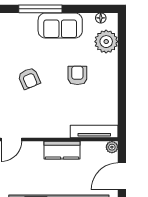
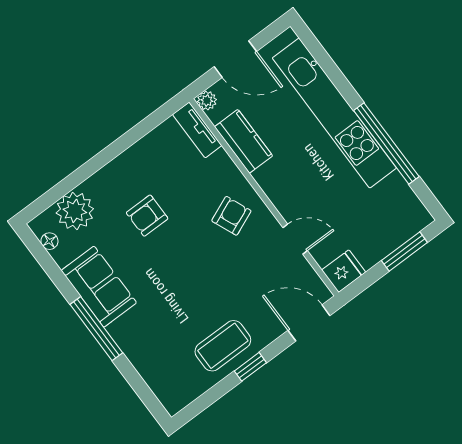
armchair: (29, 78) -> (231, 216), moved
tv unit: (94, 132) -> (197, 130), width x0.71
kitchen counter: (62, 150) -> (244, 141), moved

